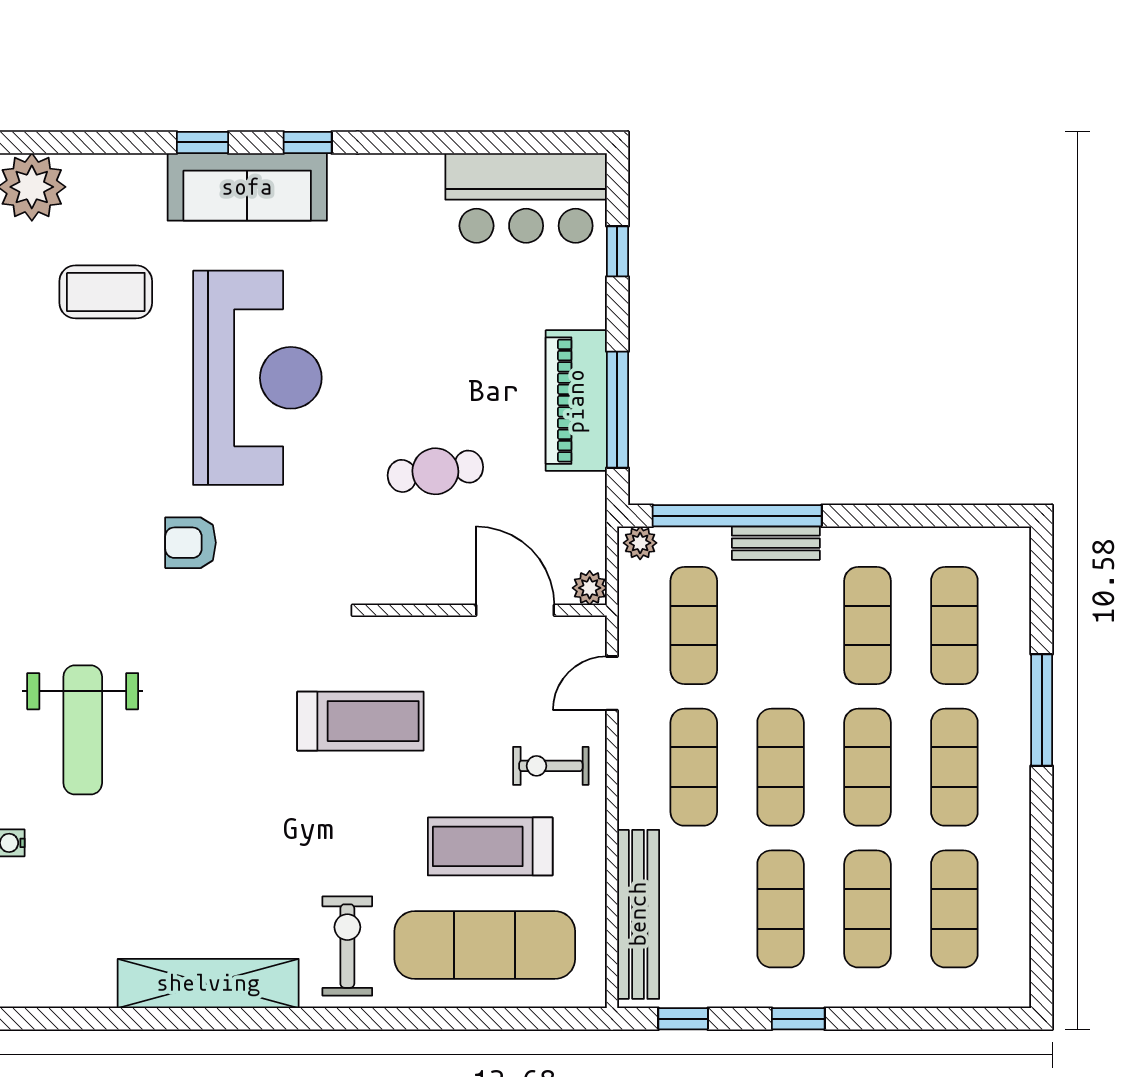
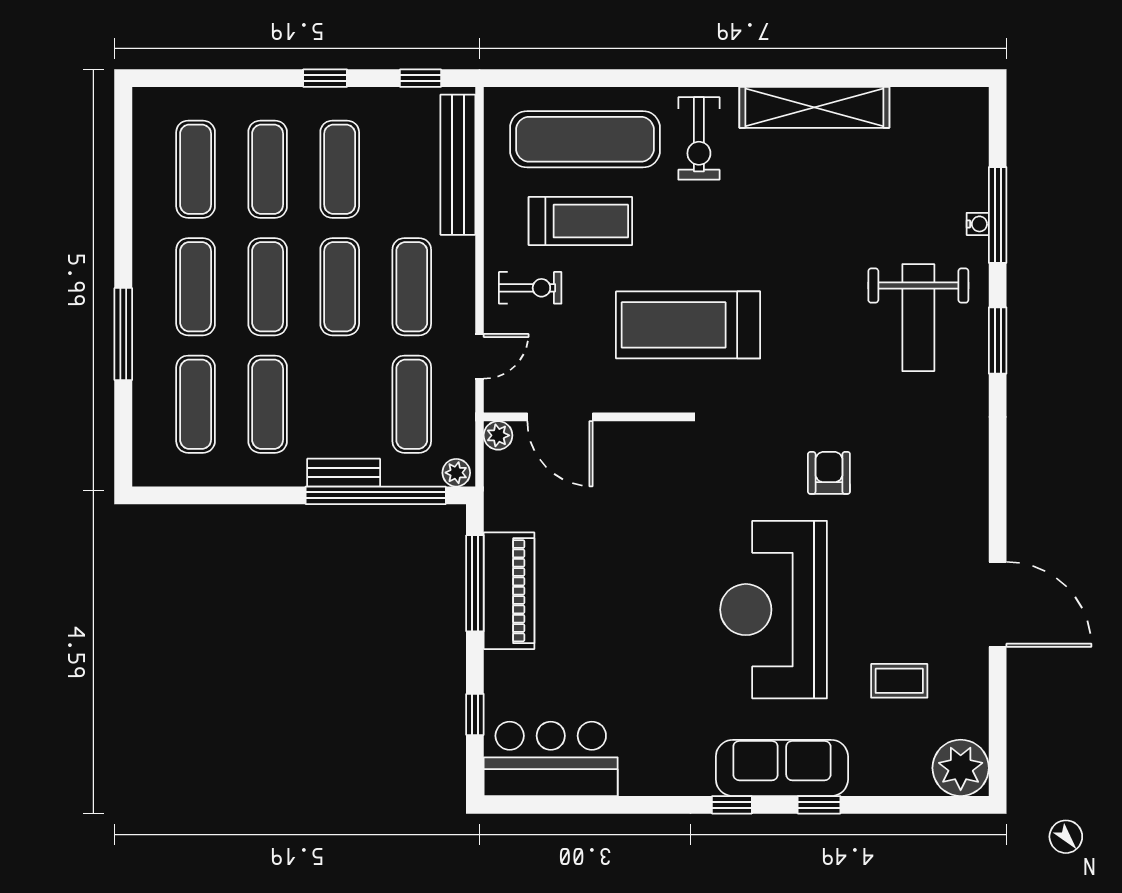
coffee table: (106, 292) -> (899, 681), width x0.73, depth x0.77
cafe table: (435, 471) -> (626, 532), removed
armchair: (191, 543) -> (829, 473), turned -90
treadmill: (360, 721) -> (688, 325), width x1.37, depth x1.38
weight bench: (83, 730) -> (918, 318), turned 180

